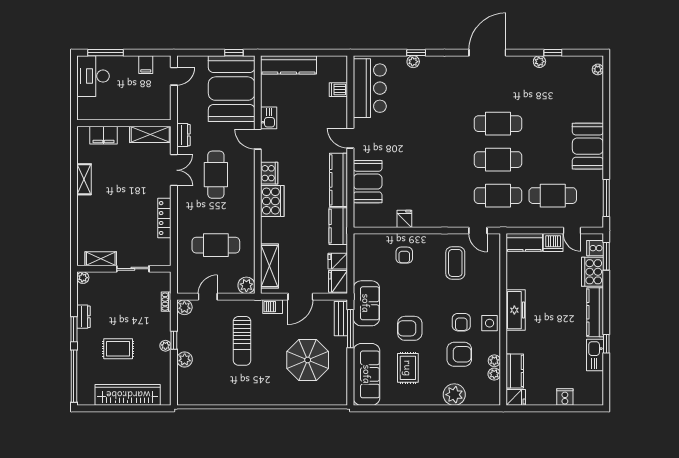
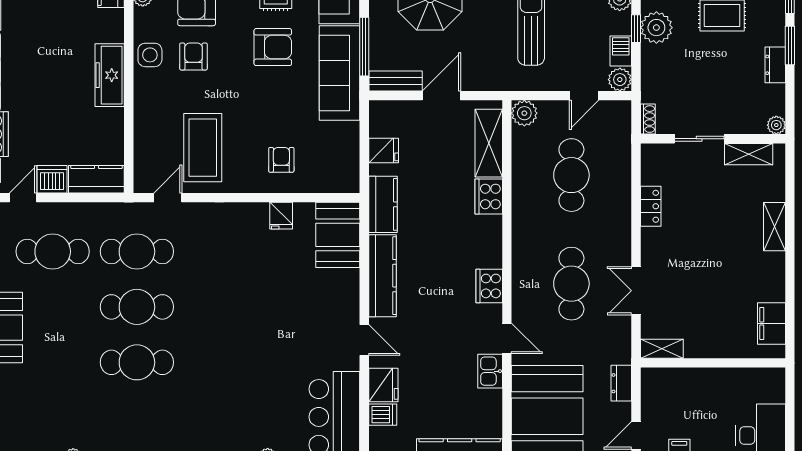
shelving: (150, 134) -> (662, 349), width x0.67, depth x0.75
filing cabinet: (103, 135) -> (772, 323), moved, turned -90
dresser: (183, 135) -> (621, 383), moved
shelving: (84, 179) -> (775, 227), moved
booth: (368, 182) -> (338, 235), moved
cooker: (272, 201) -> (489, 196), moved, width x0.73, depth x0.76
locker: (164, 218) -> (651, 206), width x0.66
door: (478, 231) -> (168, 198), hinge flipped
door: (572, 231) -> (23, 198), hinge flipped
cafe table: (216, 245) -> (571, 175), turned 90
coffee table: (455, 263) -> (203, 148), width x1.36, depth x1.32
fridge: (338, 281) -> (383, 385), moved
shoe rack: (166, 302) -> (648, 119), moved
sofa: (366, 303) -> (340, 73), width x1.36
barbecue: (273, 307) -> (621, 51), moved, turned -90
bench: (341, 319) -> (396, 81), moved, turned 90
plant: (165, 346) -> (656, 28), width x1.87, depth x1.87

